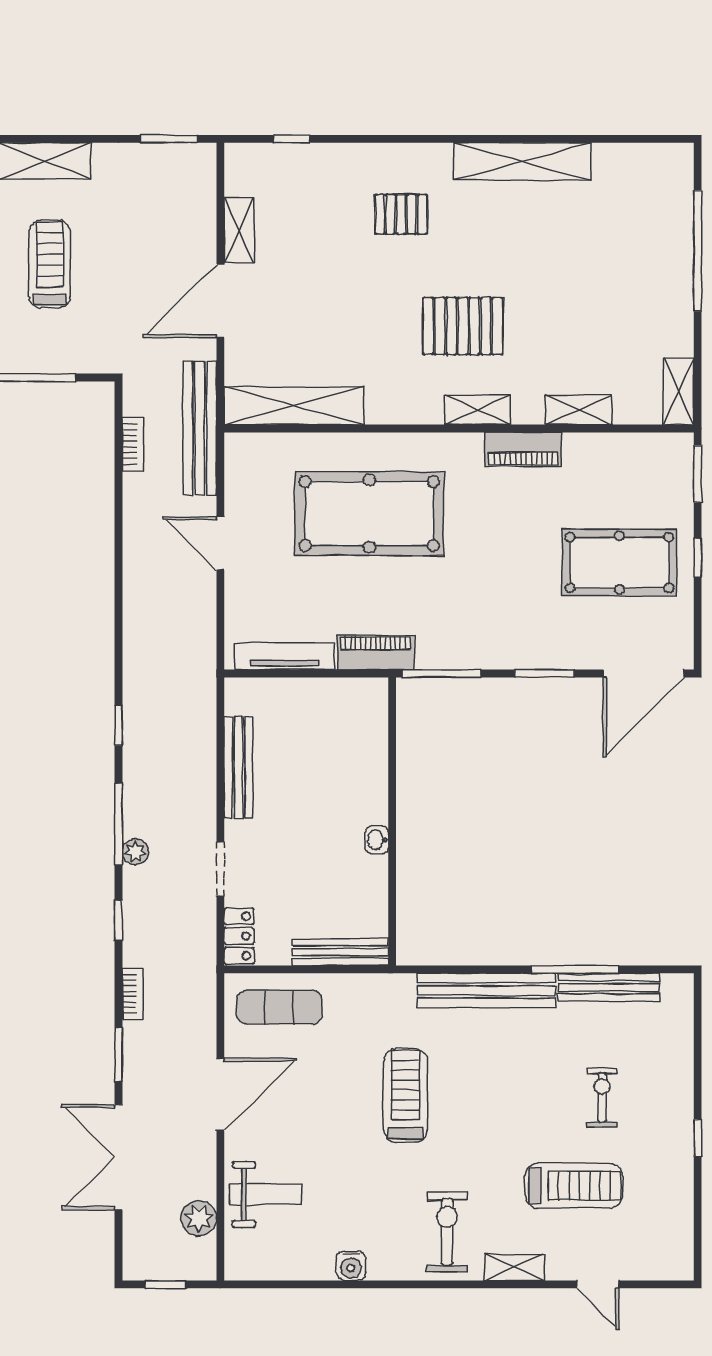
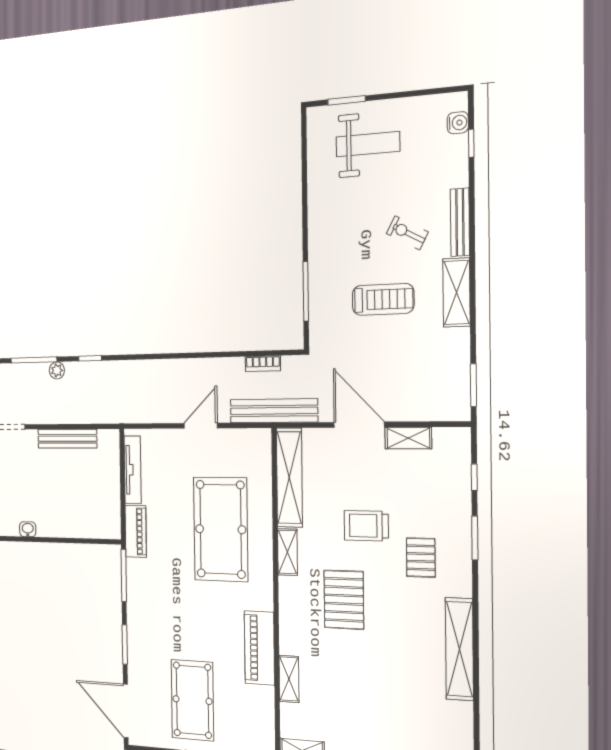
window: (372, 139) -> (475, 538), added
trolley: (359, 292) -> (366, 526), added
shelving: (478, 410) -> (287, 552), moved
piano: (523, 449) -> (259, 648), width x1.37, depth x1.33
plant: (135, 852) -> (57, 370), moved

